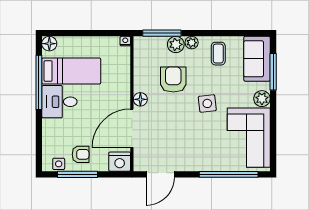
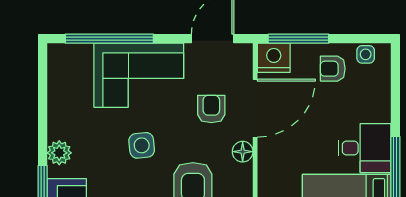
armchair: (161, 128) -> (211, 109), added
corner sofa: (249, 138) -> (139, 75), moved, turned 90
window: (78, 174) -> (298, 39), moved

